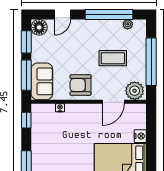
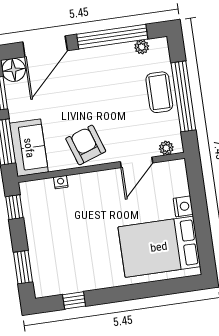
door: (63, 15) -> (45, 46), width x1.87
coffee table: (113, 58) -> (159, 92), moved, turned 90
armchair: (80, 85) -> (86, 145), turned 71
plant: (135, 91) -> (166, 148), width x0.53, depth x0.53

